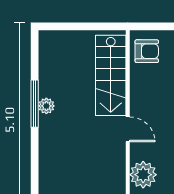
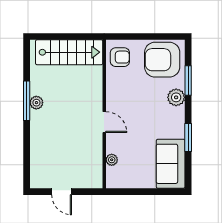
stairs: (111, 75) -> (69, 52), moved, turned -90
plant: (143, 175) -> (112, 160), width x0.53, depth x0.53

